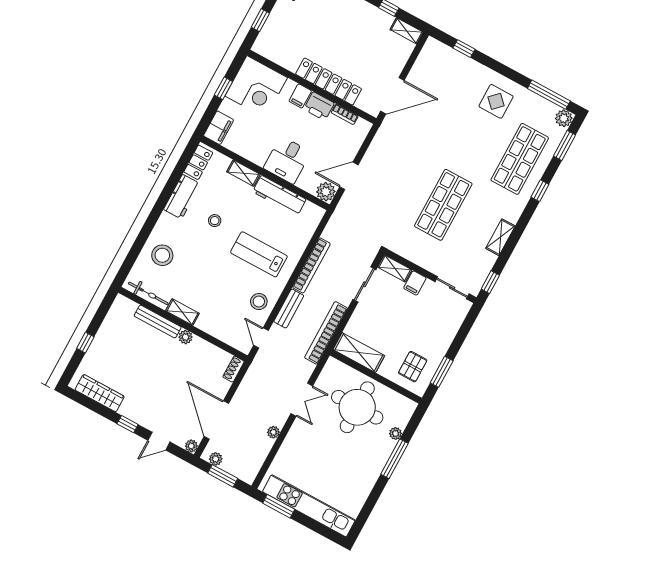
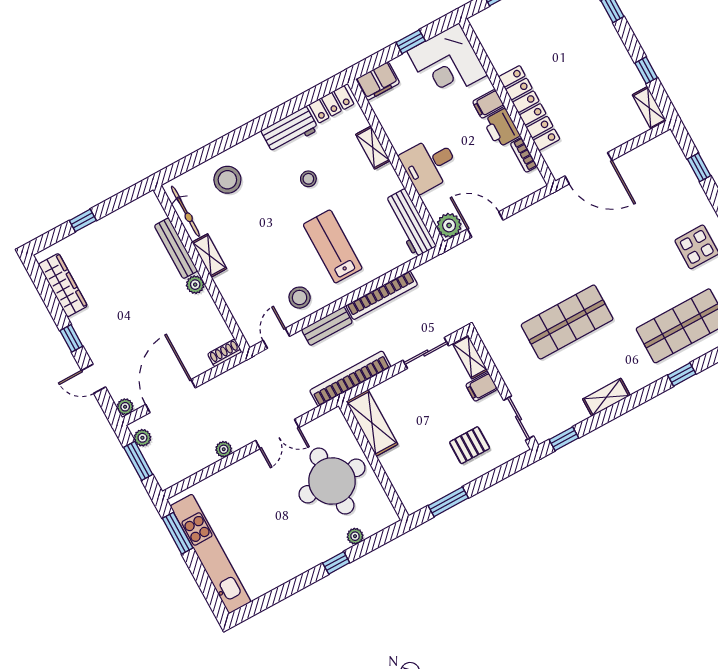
workbench: (279, 196) -> (410, 223), moved
pallet: (413, 367) -> (470, 445), moved
window: (394, 459) -> (336, 563), width x0.46

